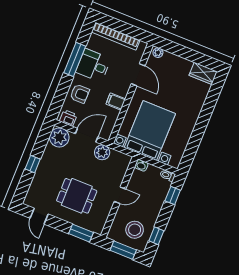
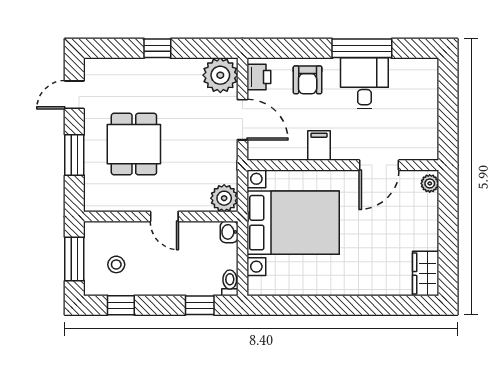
bookcase: (116, 36) -> (429, 101), removed
plant: (102, 152) -> (224, 198), moved
stool: (135, 230) -> (116, 264), width x0.53, depth x0.53
window: (81, 233) -> (74, 155), moved

